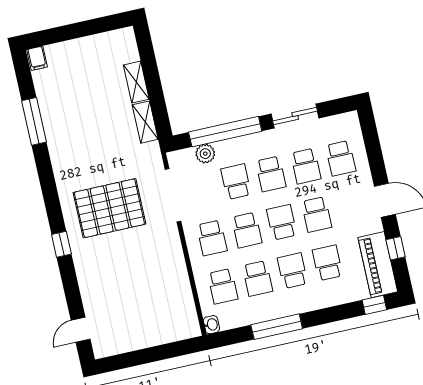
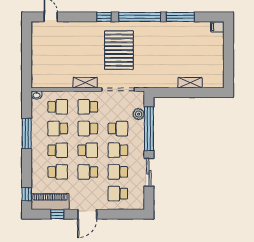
shelving: (145, 122) -> (85, 83), moved
window: (49, 187) -> (140, 17), added
school desk: (223, 286) -> (58, 107), turned 180

